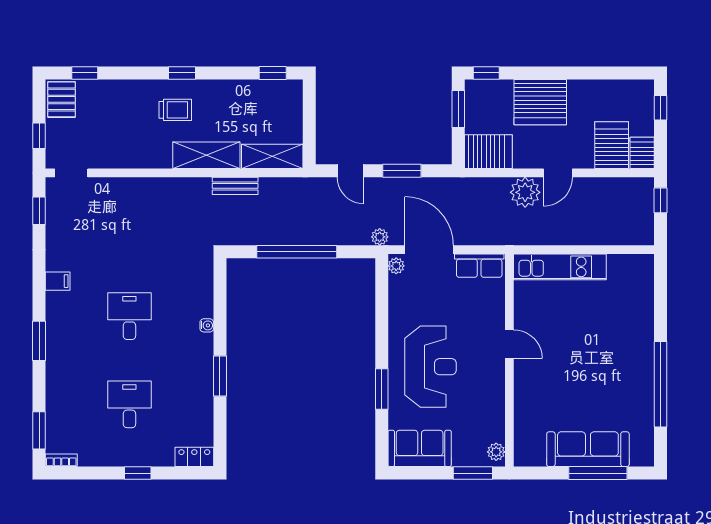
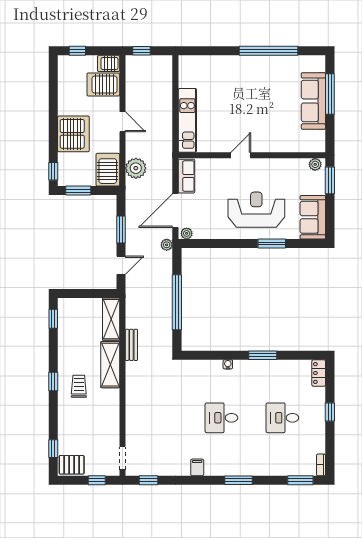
plant: (525, 192) -> (136, 168), moved

